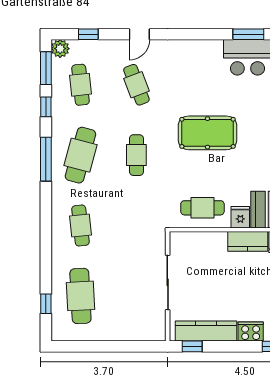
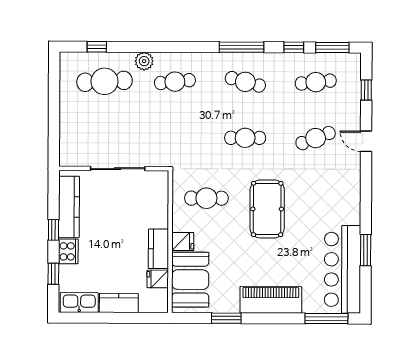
plant: (60, 49) -> (144, 61), moved
cafe table: (80, 155) -> (245, 82), width x0.73, depth x0.74
cafe table: (202, 208) -> (206, 198), moved, turned 90
window: (192, 346) -> (54, 230), moved

